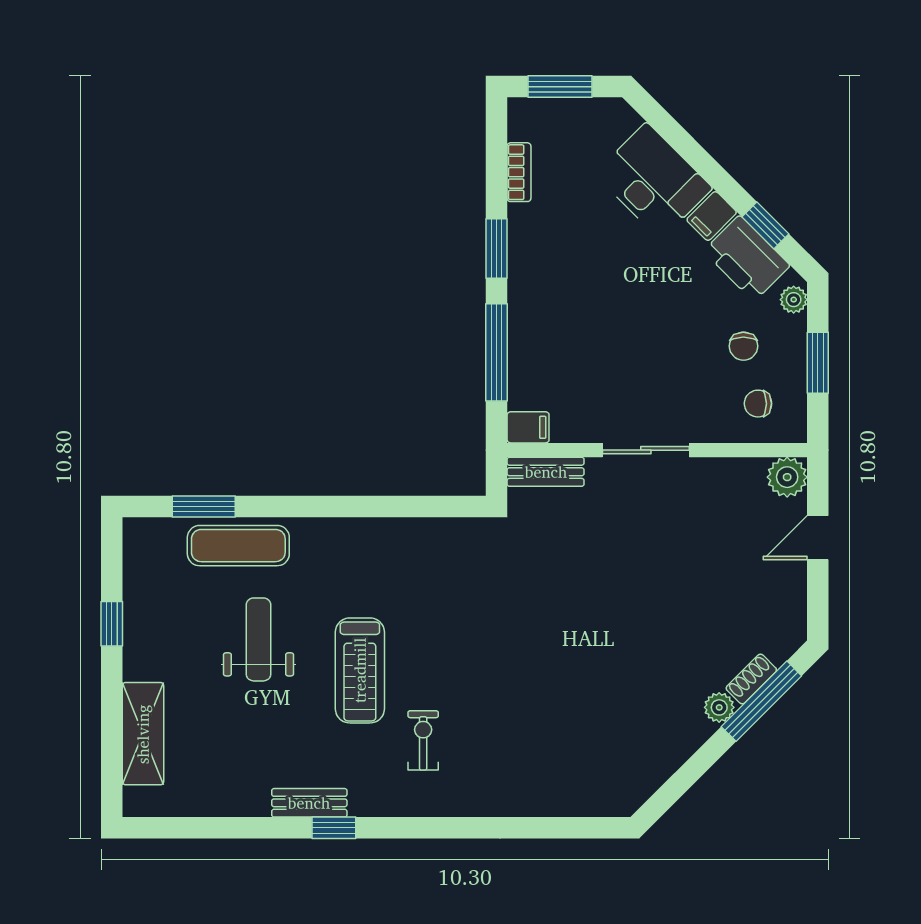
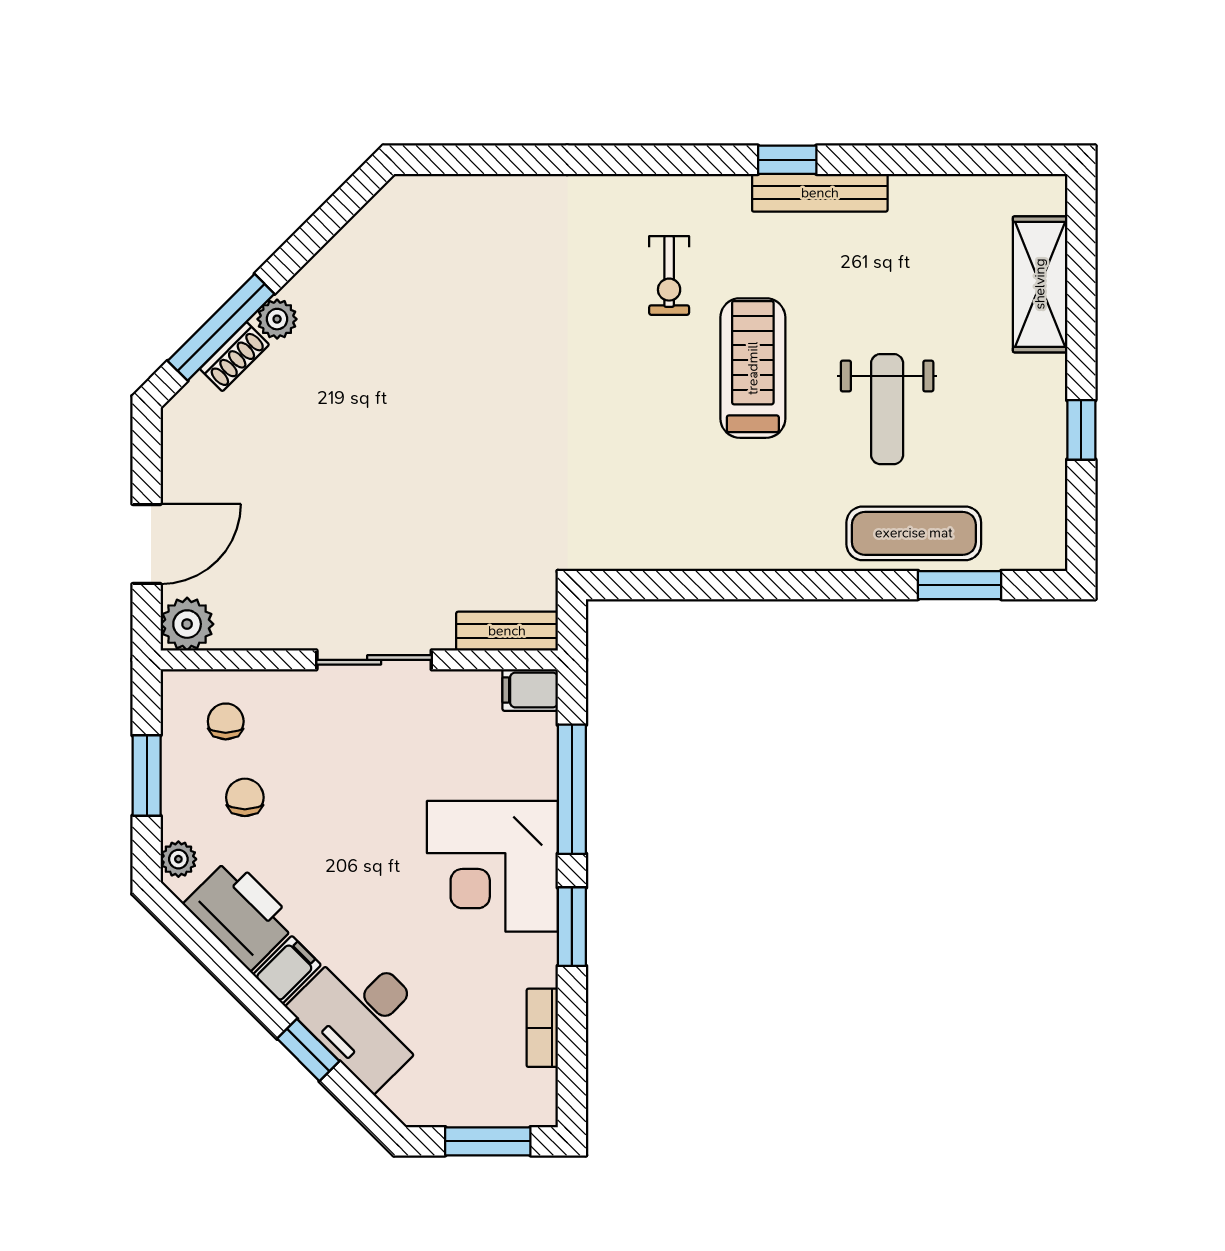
window: (765, 225) -> (308, 1050), moved
corner desk: (557, 294) -> (492, 866), added
chair: (758, 404) -> (226, 721), turned -90
door: (818, 538) -> (147, 544), width x1.38
bench: (309, 803) -> (820, 193), width x1.36

